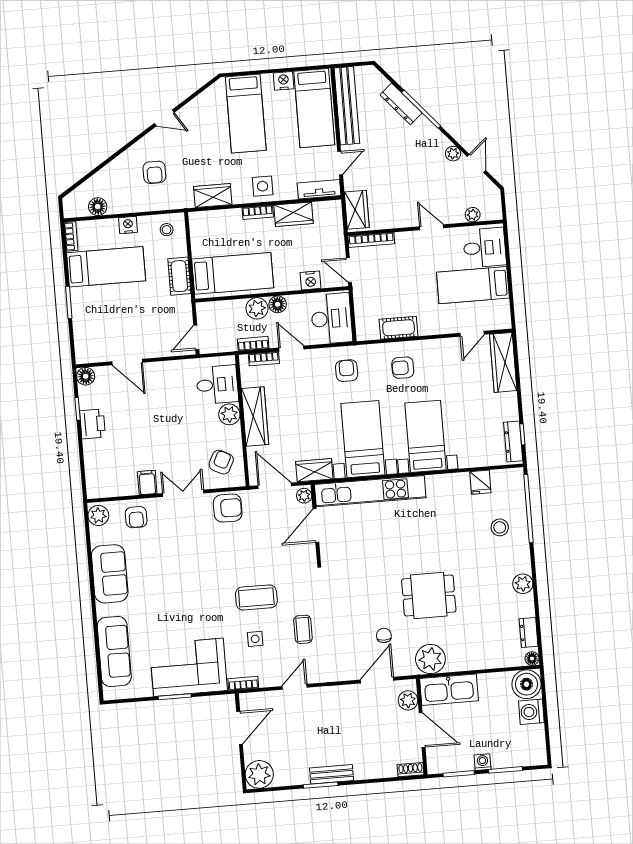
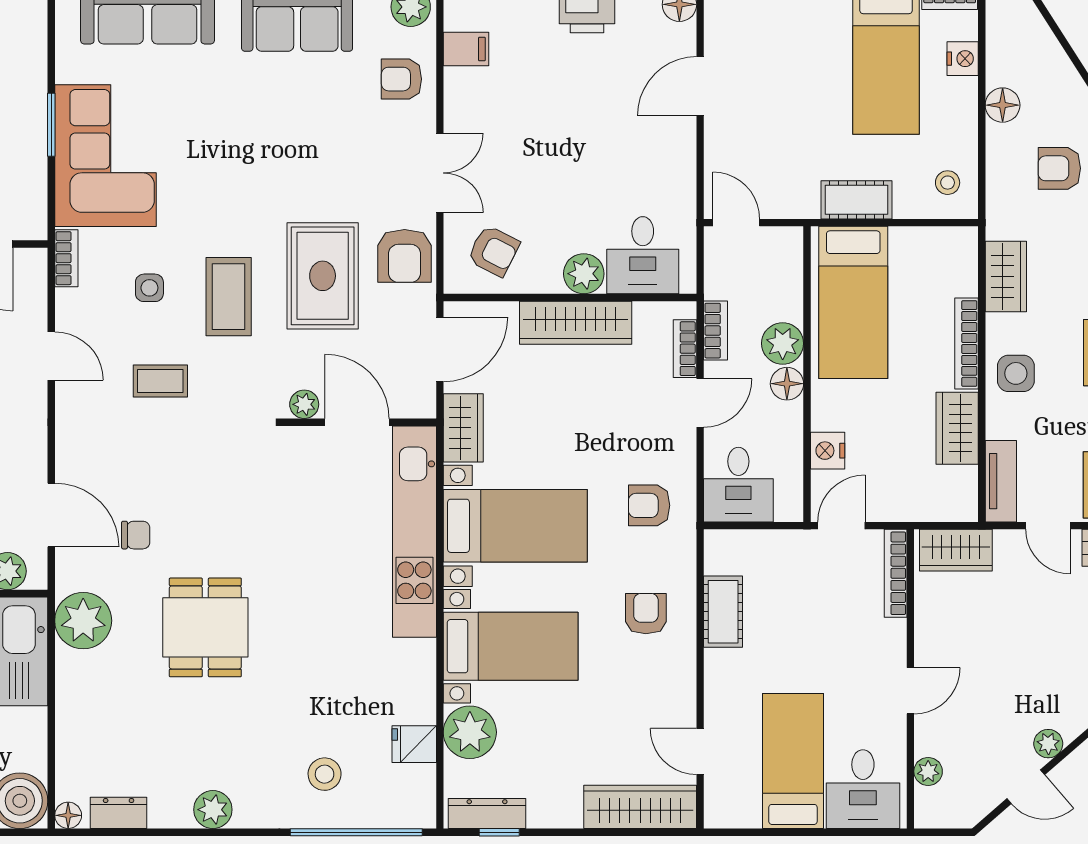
floor lamp: (98, 207) -> (1003, 105), moved
bookcase: (258, 212) -> (966, 343), width x1.56
nightstand: (128, 225) -> (963, 59), moved
desk: (331, 319) -> (738, 485), width x0.73
armchair: (347, 371) -> (649, 505), turned 180
plant: (472, 454) -> (470, 732), added
filing cabinet: (147, 483) -> (466, 49), moved
plant: (304, 496) -> (304, 404), moved
rug: (242, 550) -> (323, 276), added

